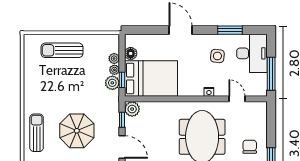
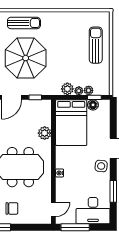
side table: (217, 56) -> (101, 166), moved
window: (122, 80) -> (94, 97), moved
door: (237, 99) -> (53, 209), moved
plant: (132, 109) -> (45, 133), moved
parasol: (77, 131) -> (26, 58), width x1.36, depth x1.36

